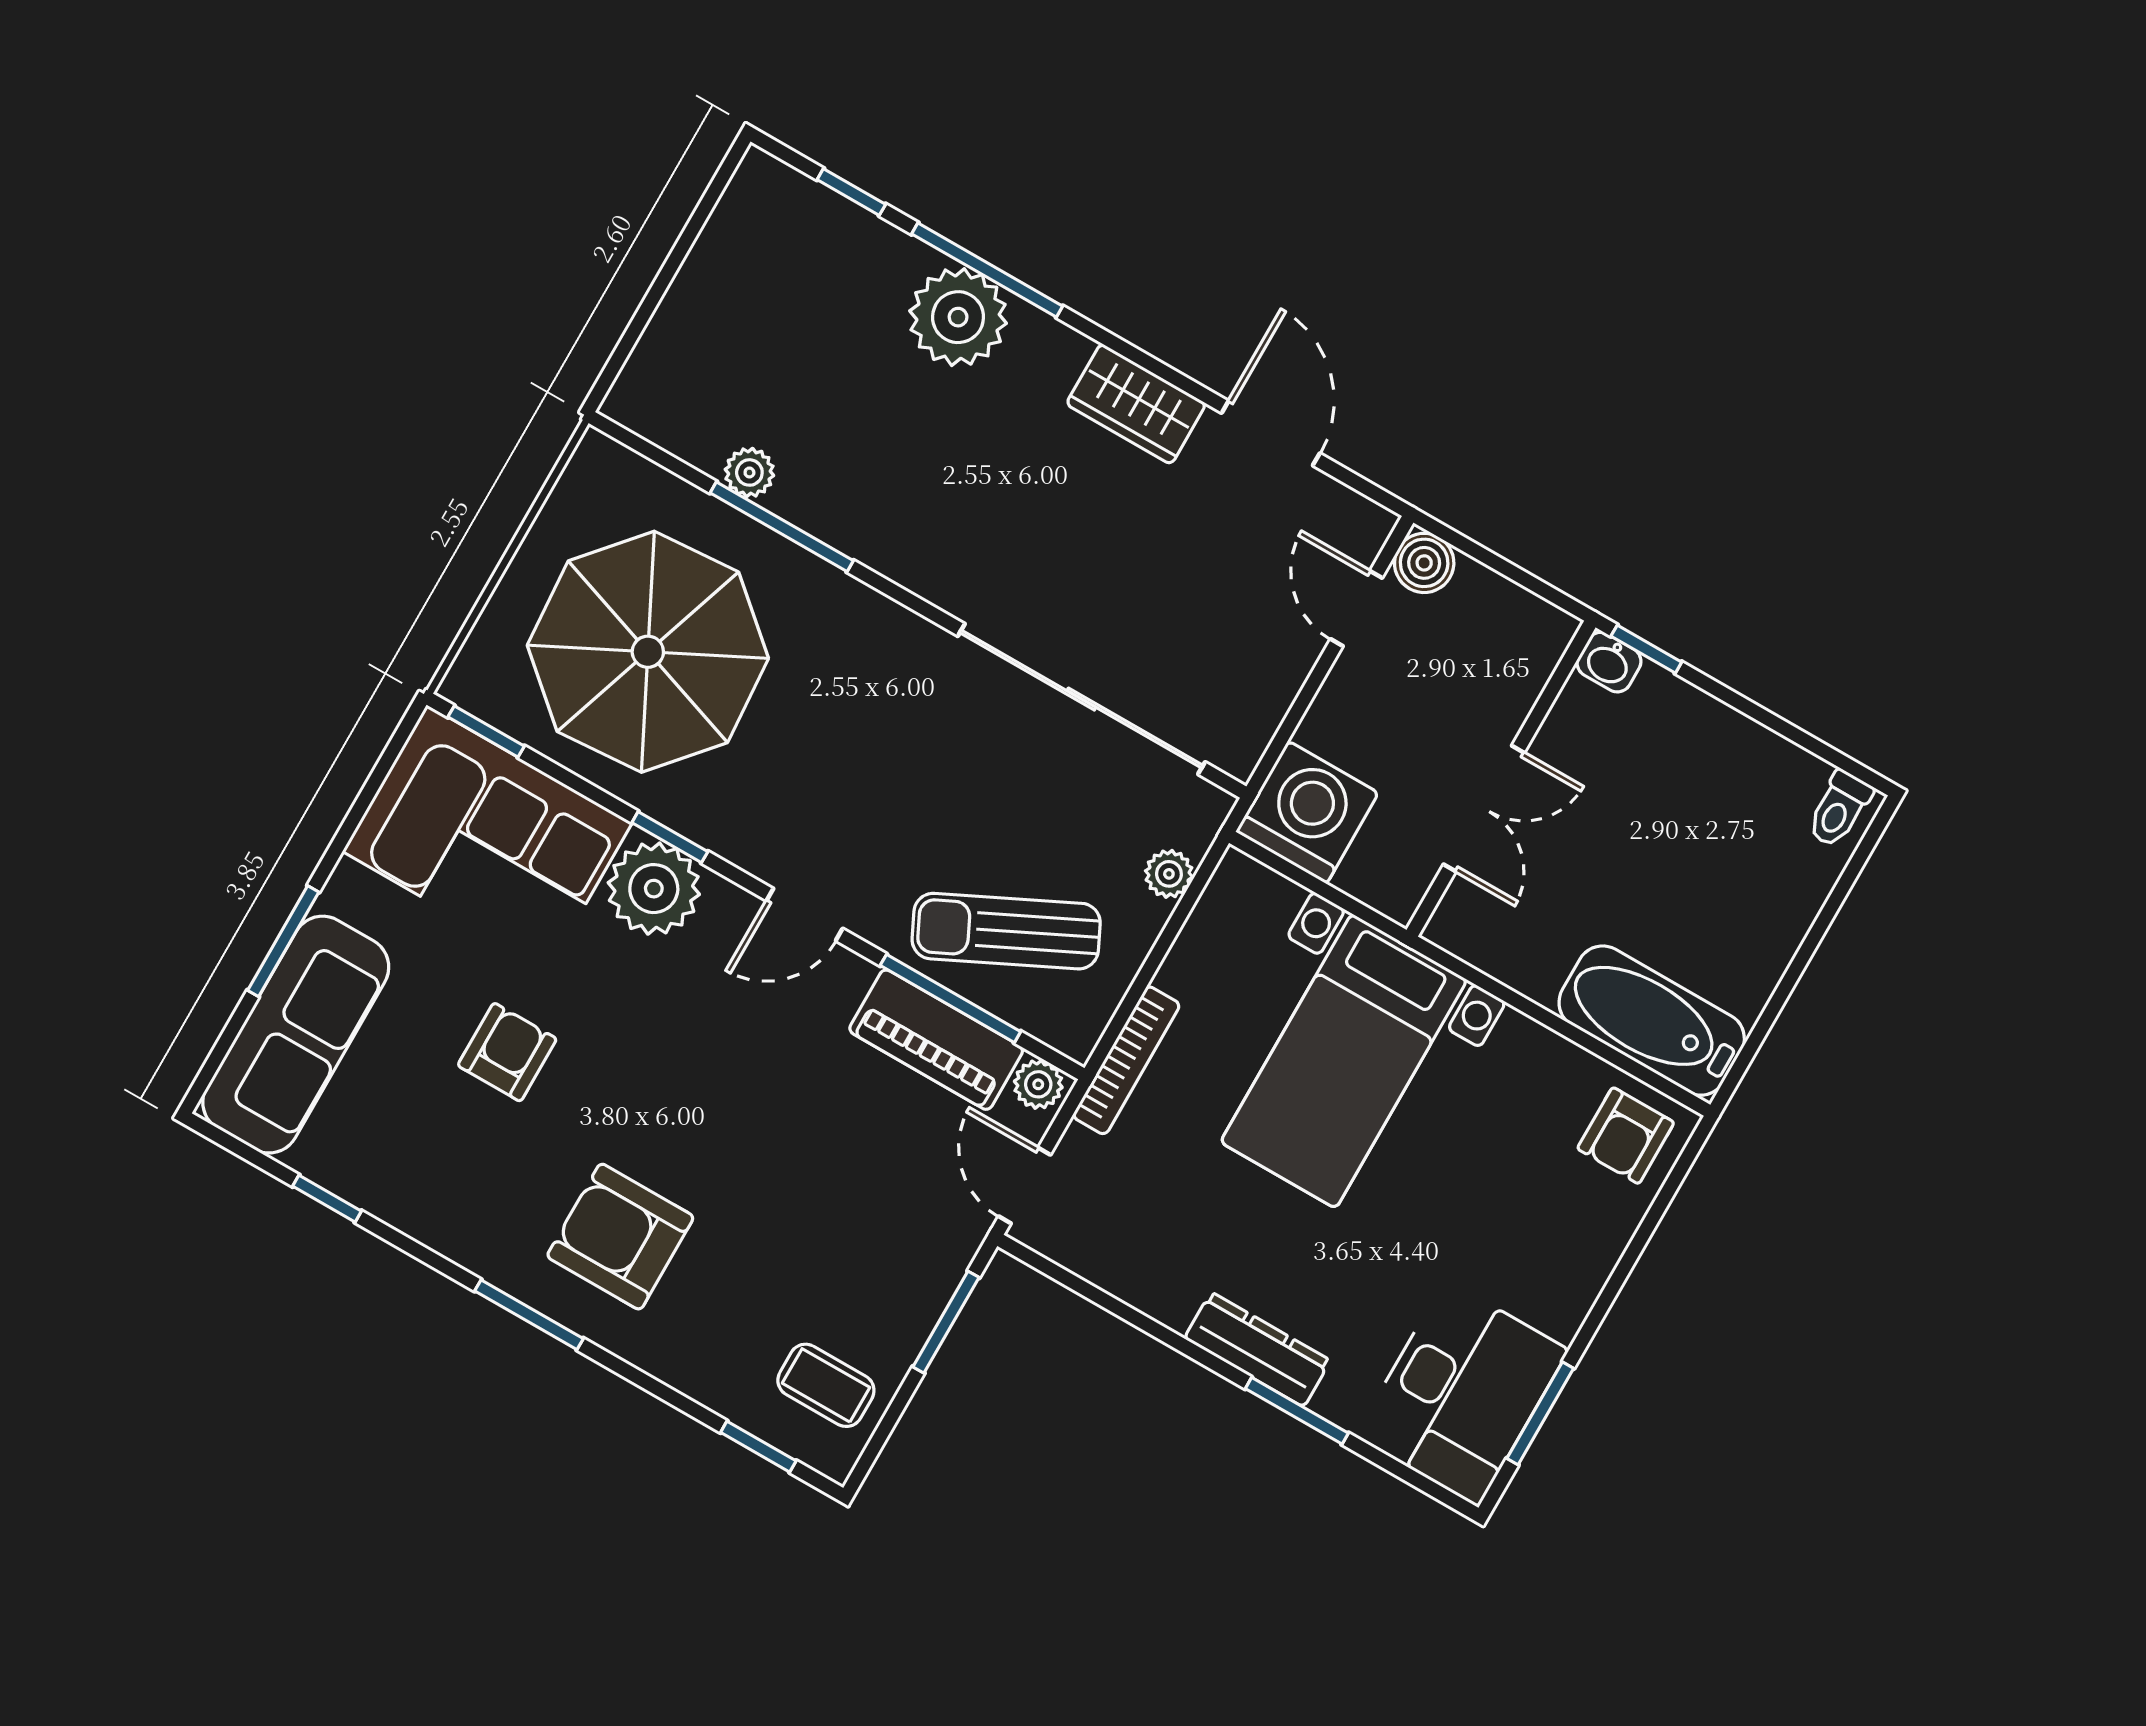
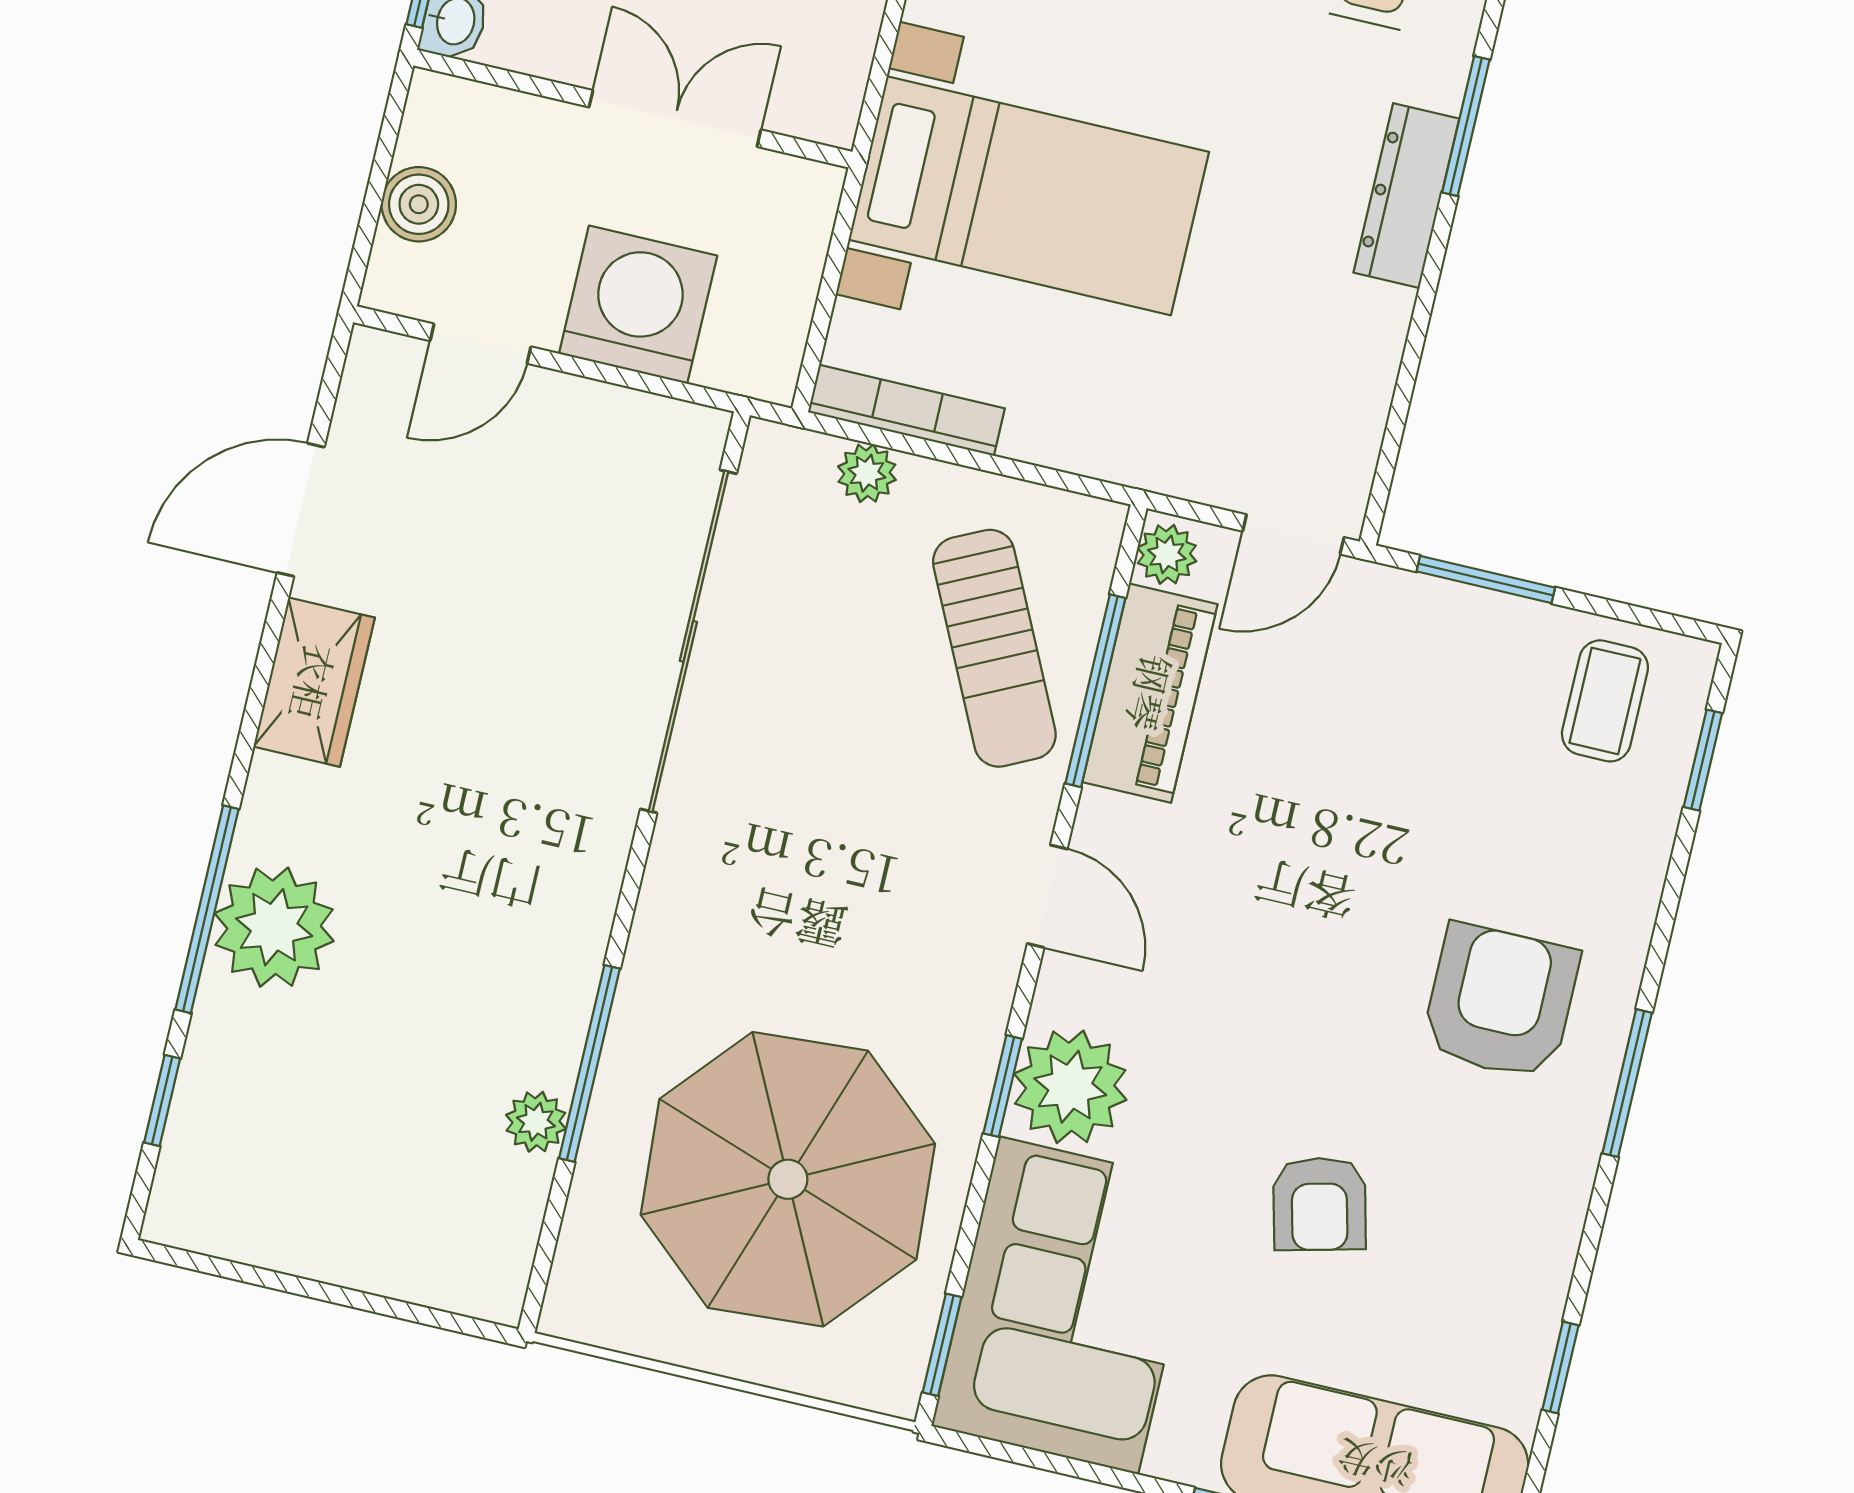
boiler: (1424, 563) -> (419, 204), moved
washing machine: (1307, 812) -> (638, 305), moved, turned 90
armchair: (507, 1052) -> (1320, 1204), turned -104
bookcase: (1126, 1060) -> (906, 410), moved
armchair: (620, 1237) -> (1500, 1002), turned 180

